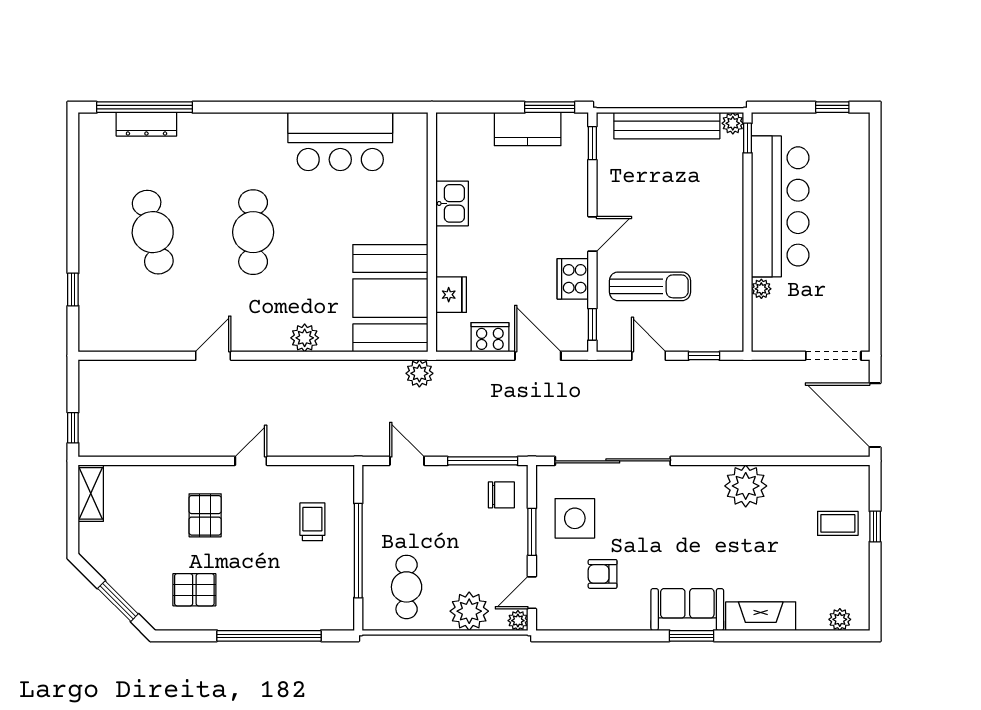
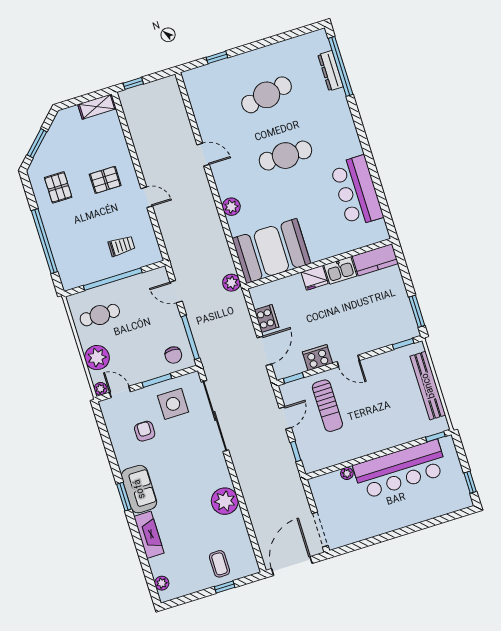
plant: (733, 123) -> (442, 425), removed
kitchen counter: (528, 129) -> (375, 260), moved, turned -90
fridge: (451, 295) -> (315, 278), moved
door: (407, 461) -> (176, 292), swing flipped

